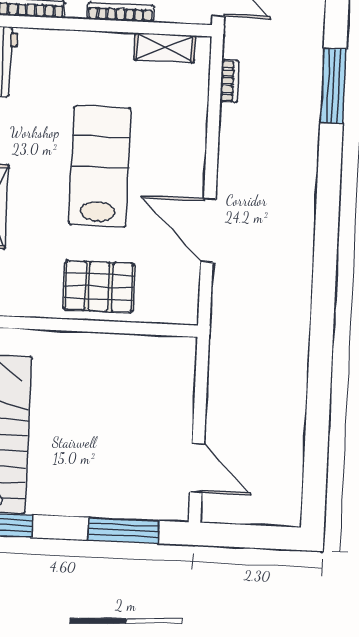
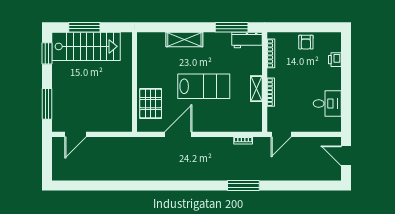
shelving: (165, 48) -> (256, 89), moved
pallet: (99, 287) -> (151, 104), moved

